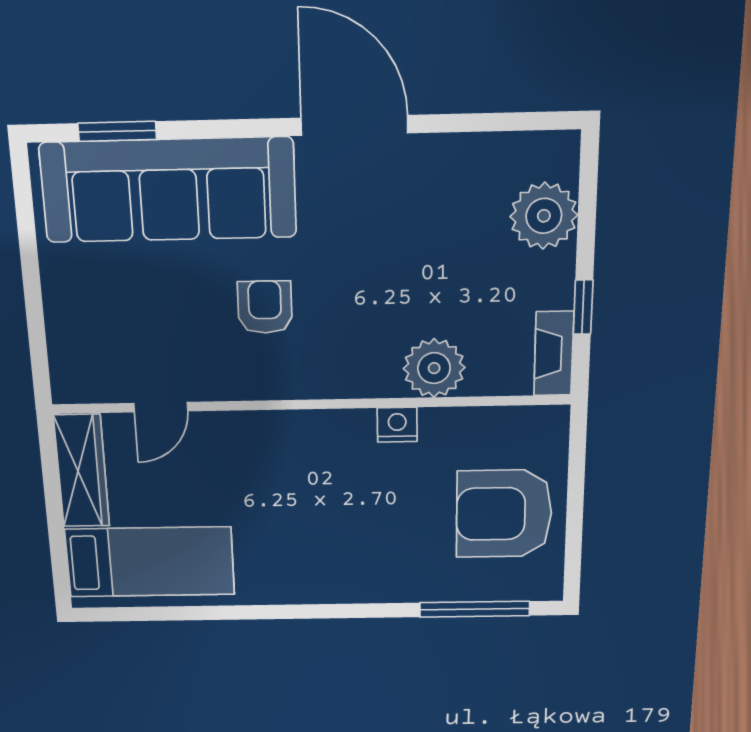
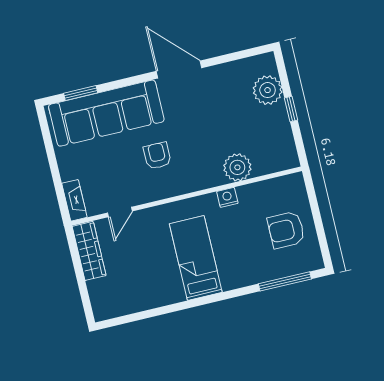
window: (583, 307) -> (291, 109), moved
fireplace: (554, 354) -> (74, 200), moved, turned 180
armchair: (504, 514) -> (286, 230), width x0.73, depth x0.73
bed: (150, 562) -> (196, 258), moved, turned -90

